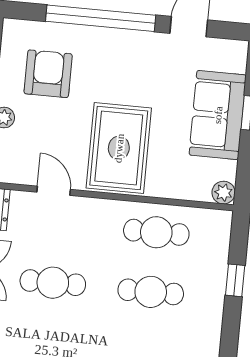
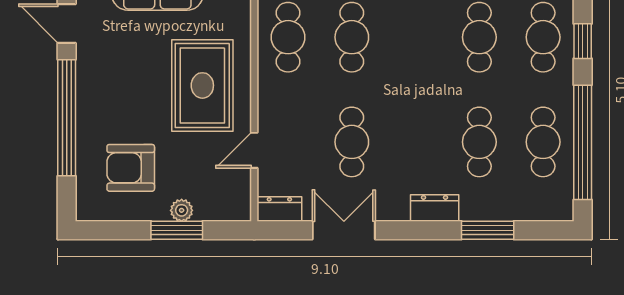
rug: (119, 148) -> (202, 85), turned 90

